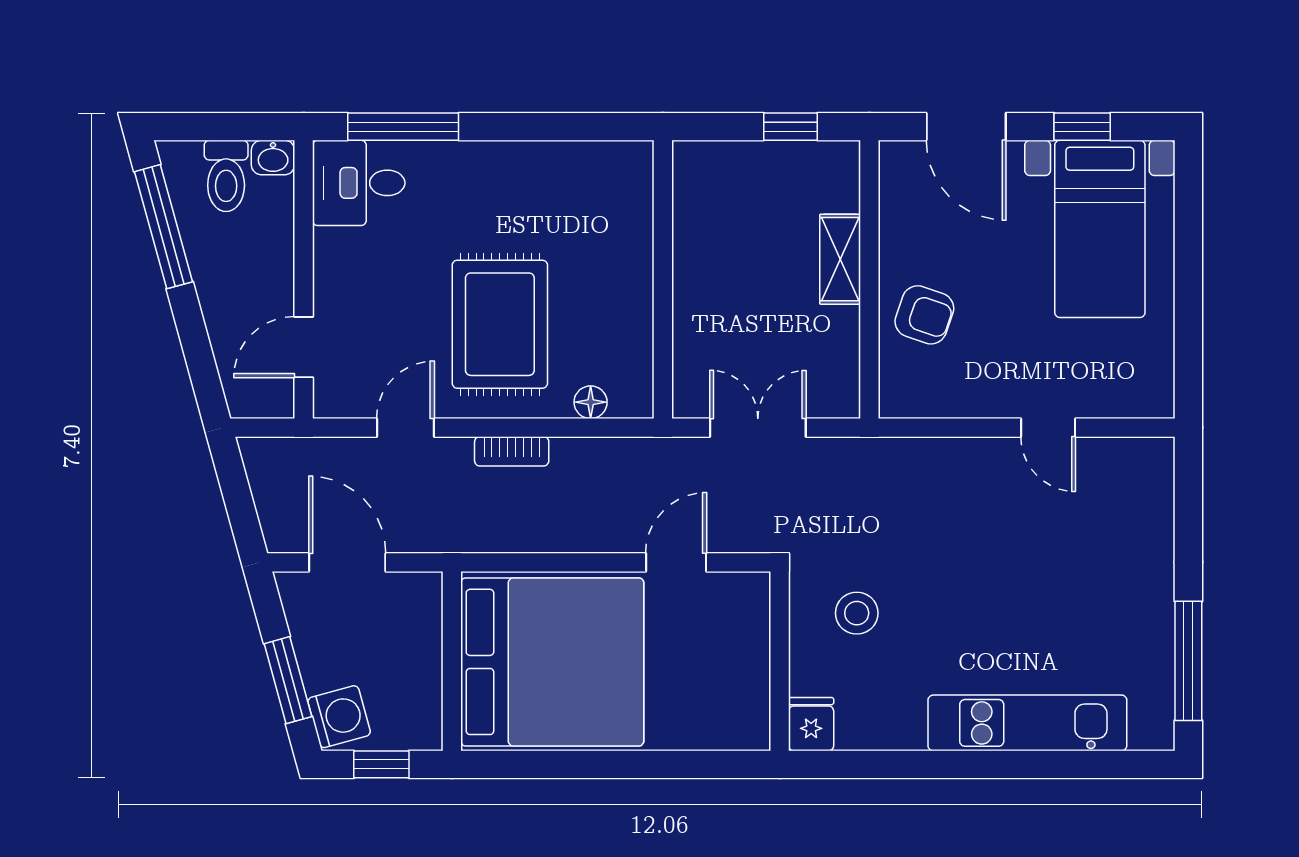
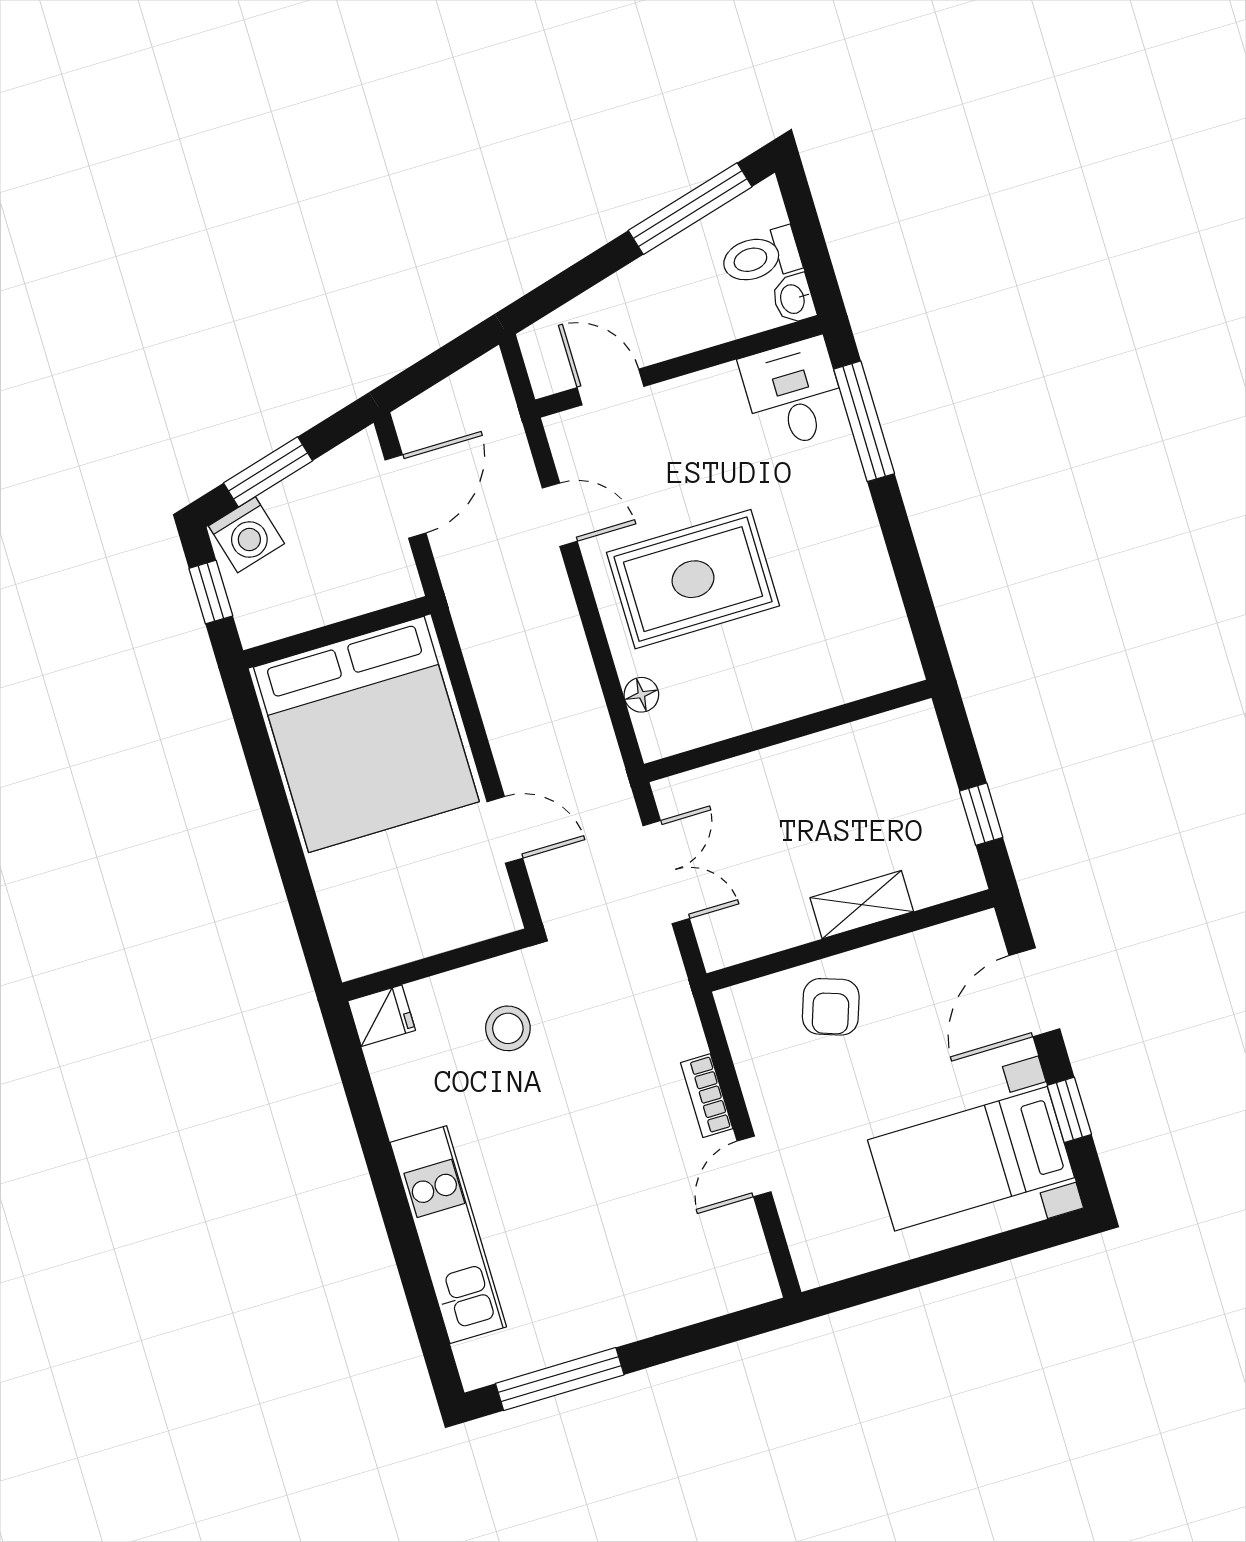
bookcase: (512, 451) -> (707, 1096), moved

